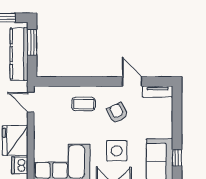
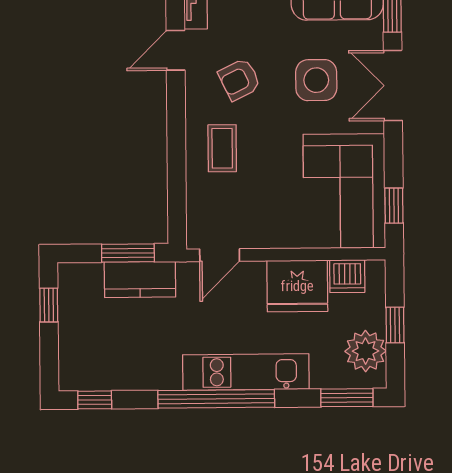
window: (32, 43) -> (128, 253), moved
kitchen counter: (19, 54) -> (140, 279), width x0.67

